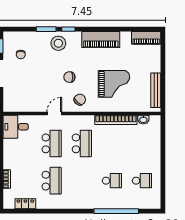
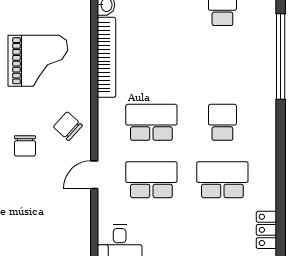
grand piano: (114, 84) -> (38, 61), turned 90
door: (54, 113) -> (94, 175), hinge flipped
school desk: (112, 181) -> (222, 122), moved

